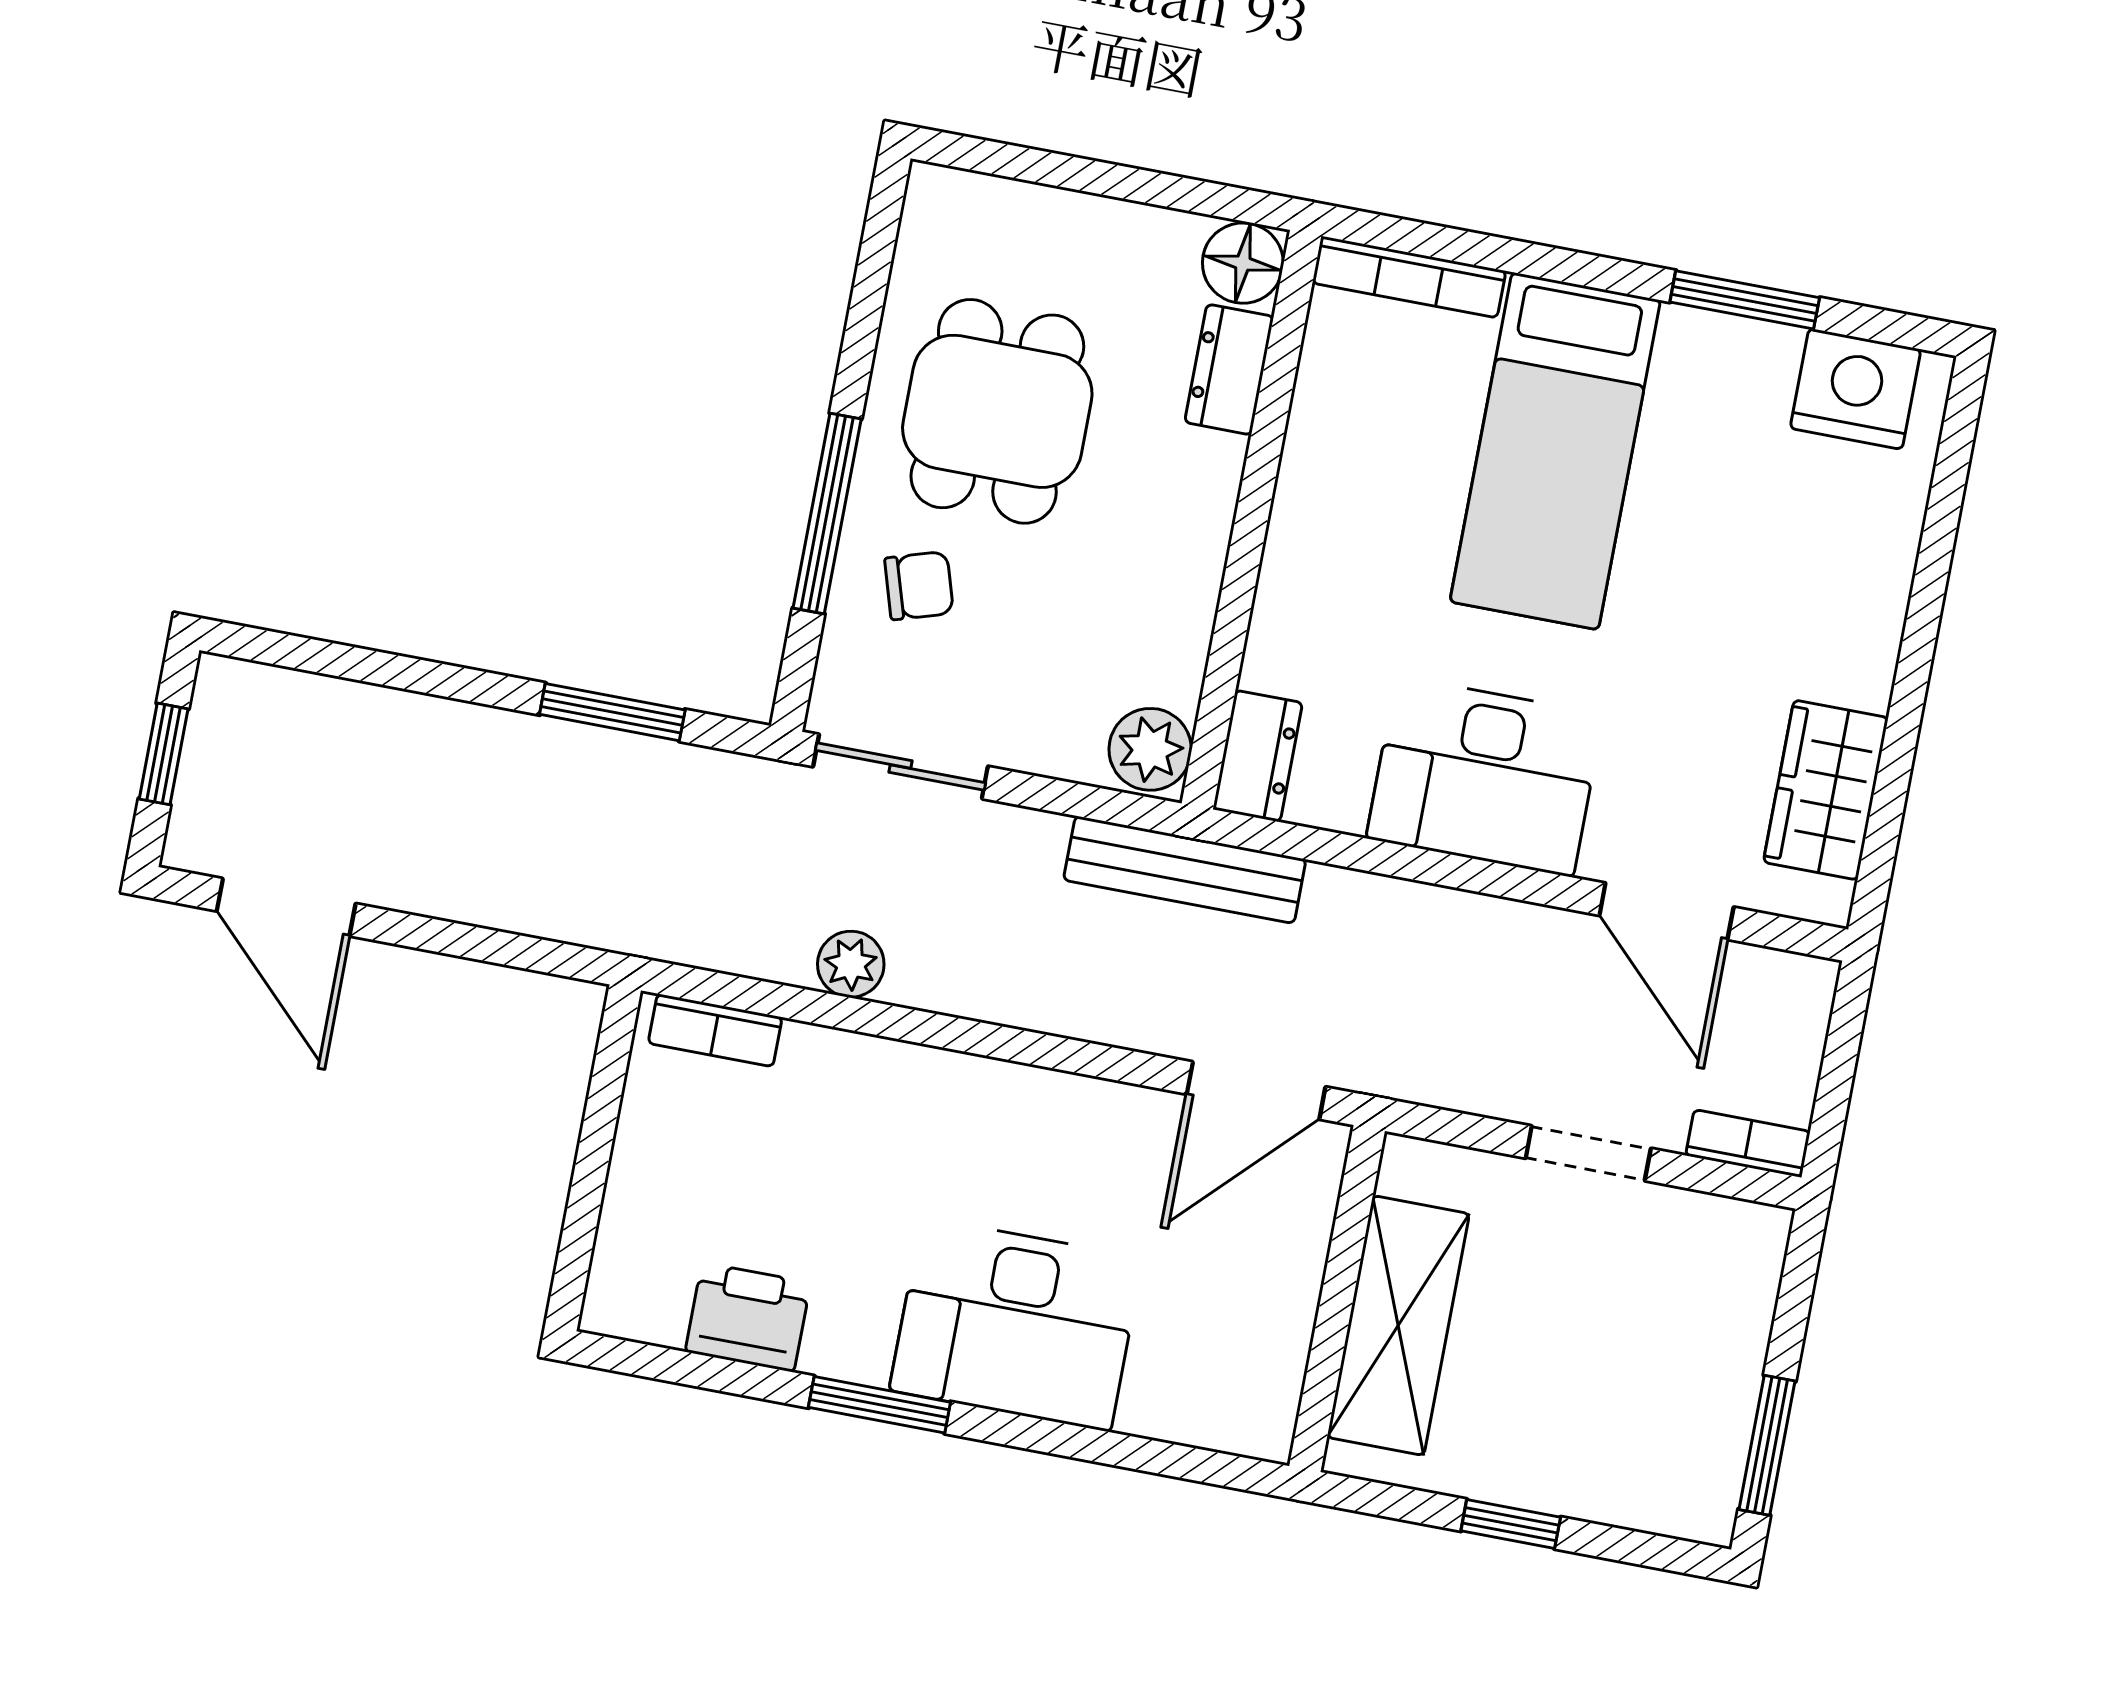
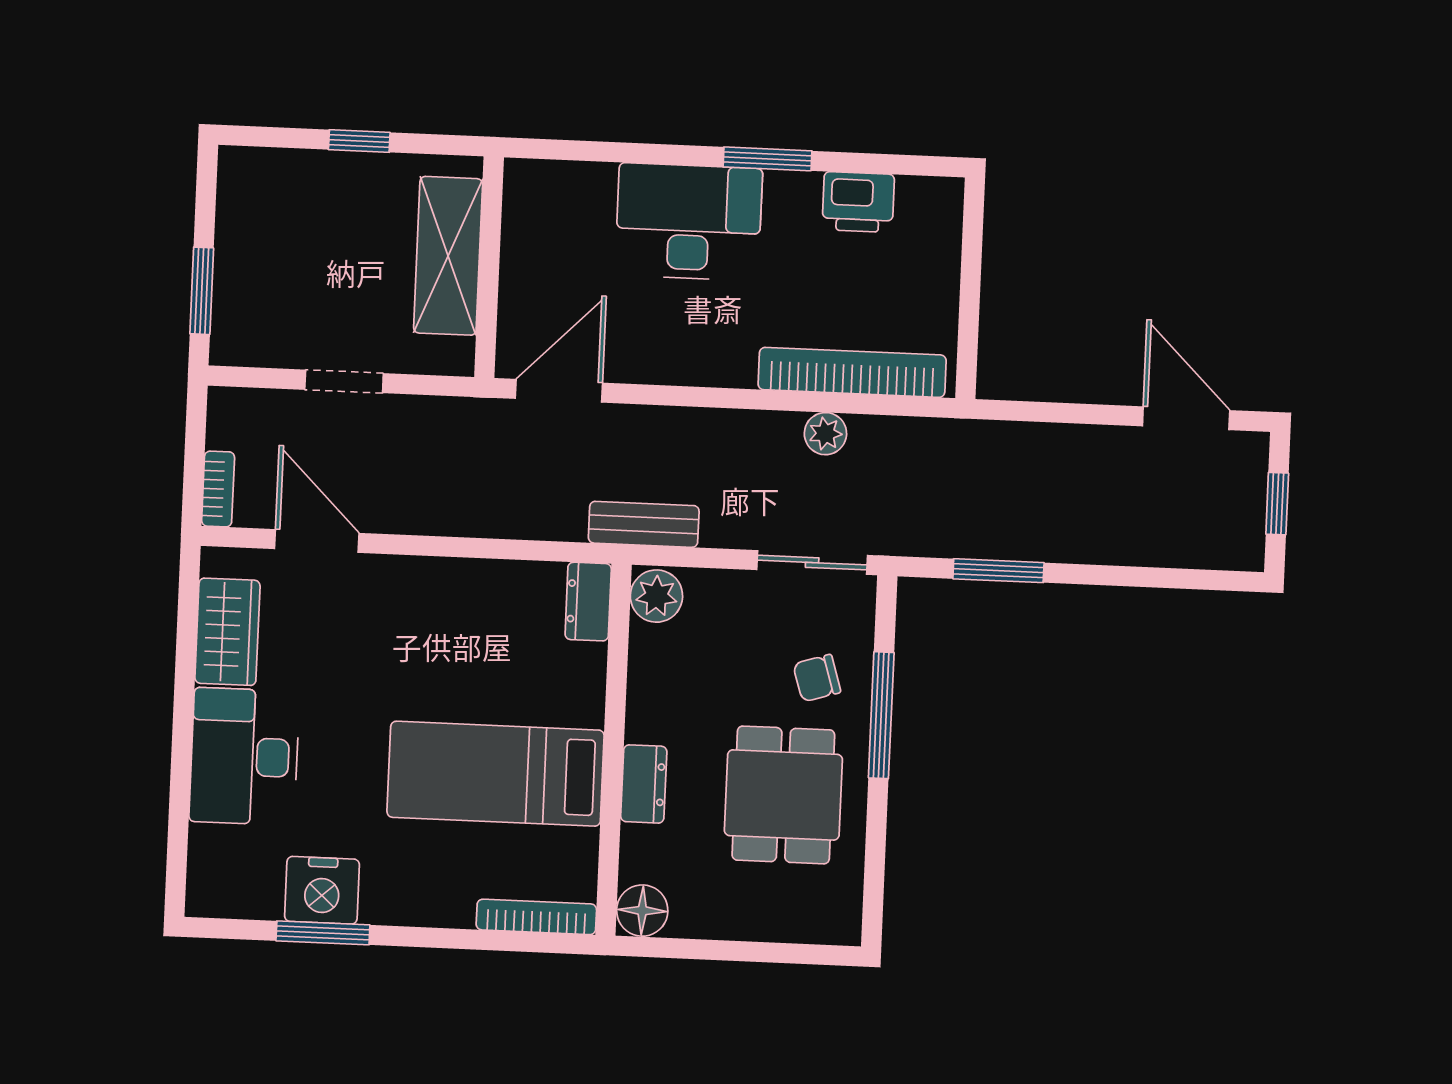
dresser: (1229, 369) -> (644, 784), moved
nightstand: (1856, 389) -> (322, 890), moved
bed: (1555, 451) -> (496, 774), moved, turned -90
desk: (1485, 776) -> (244, 756), moved, turned -90
bench: (1185, 870) -> (644, 524), width x0.73
bookcase: (715, 1030) -> (852, 372), width x2.31, depth x1.31
bookcase: (1748, 1143) -> (218, 489), moved, turned -90
window: (1767, 1445) -> (202, 291), moved

